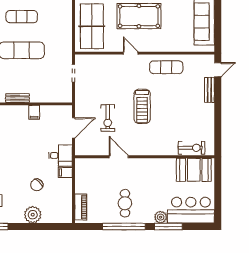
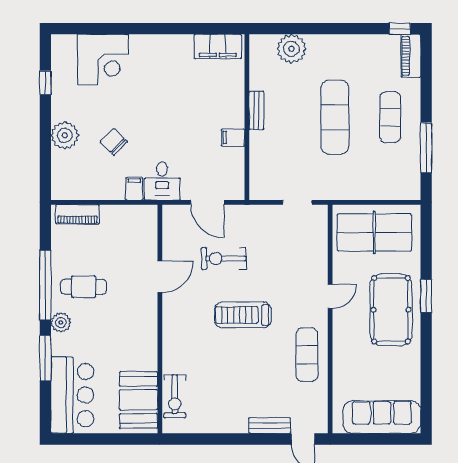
plant: (161, 217) -> (61, 322), moved

